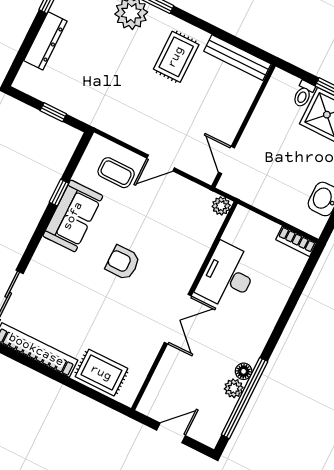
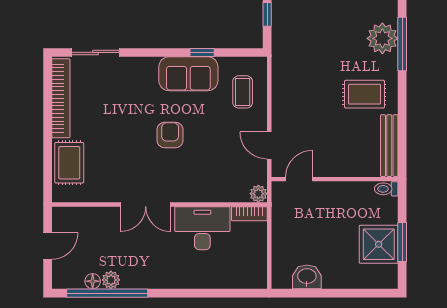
toilet: (303, 94) -> (386, 189), moved
door: (161, 163) -> (269, 146), moved
bookcase: (296, 241) -> (249, 214), moved, turned -90
floor lamp: (244, 371) -> (93, 281), moved
door: (171, 433) -> (48, 246), hinge flipped

